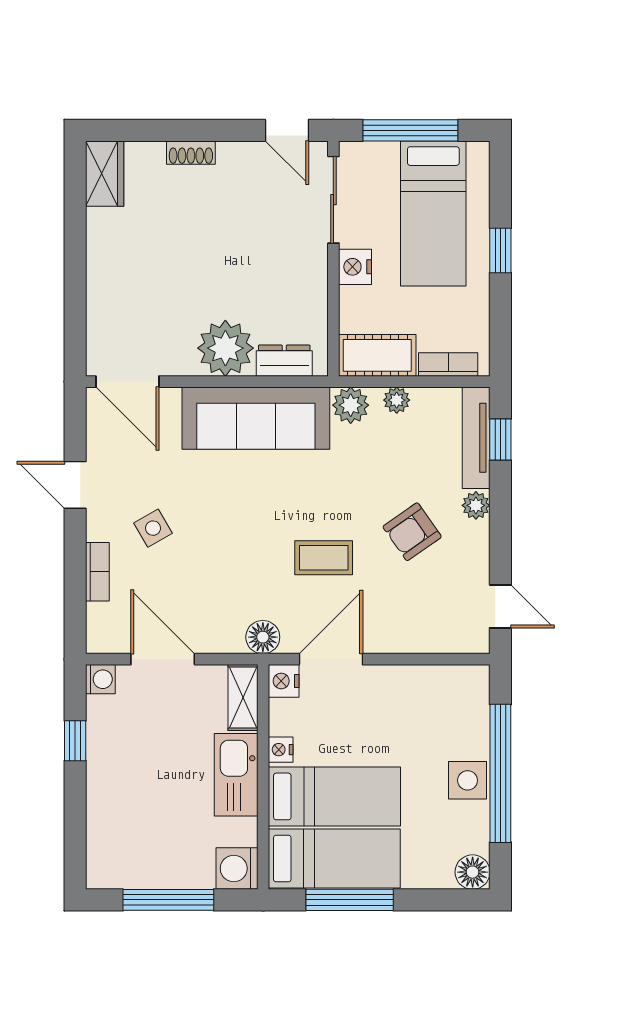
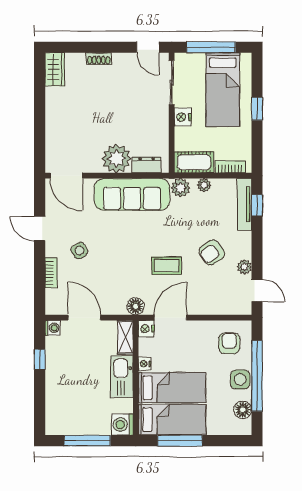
plant: (476, 505) -> (244, 267), moved
armchair: (446, 710) -> (229, 343), added
floor lamp: (473, 872) -> (243, 410), moved

